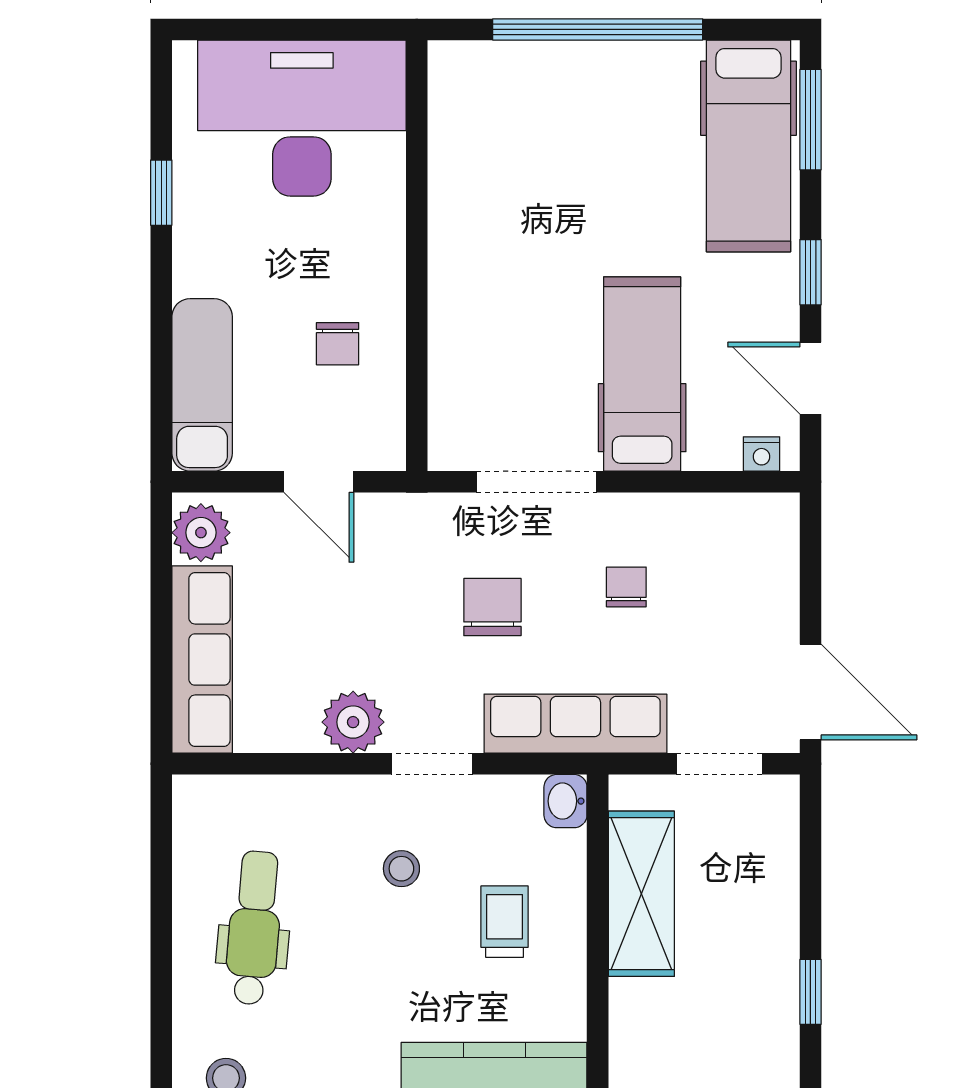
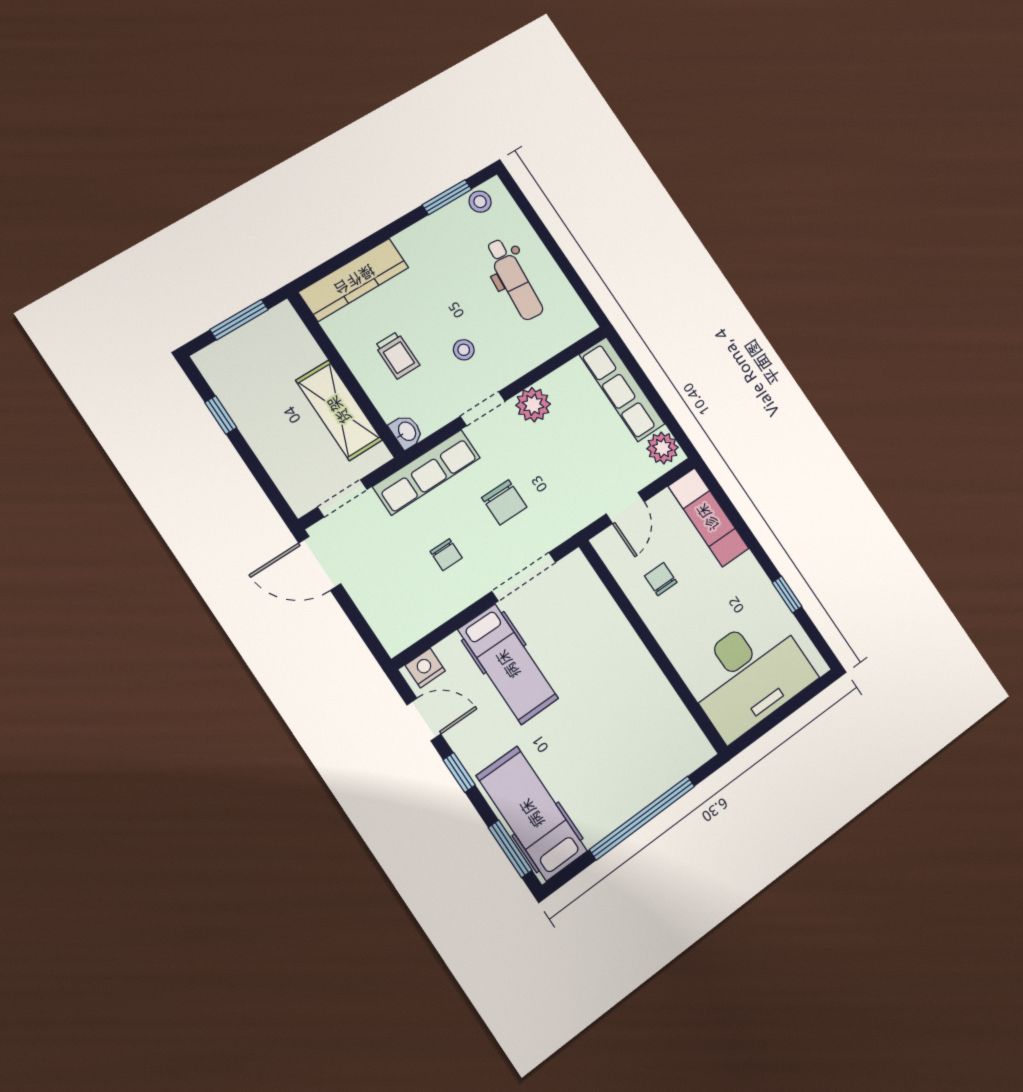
nightstand: (762, 454) -> (425, 668), width x1.39, depth x1.35
door: (319, 482) -> (625, 508), swing flipped

